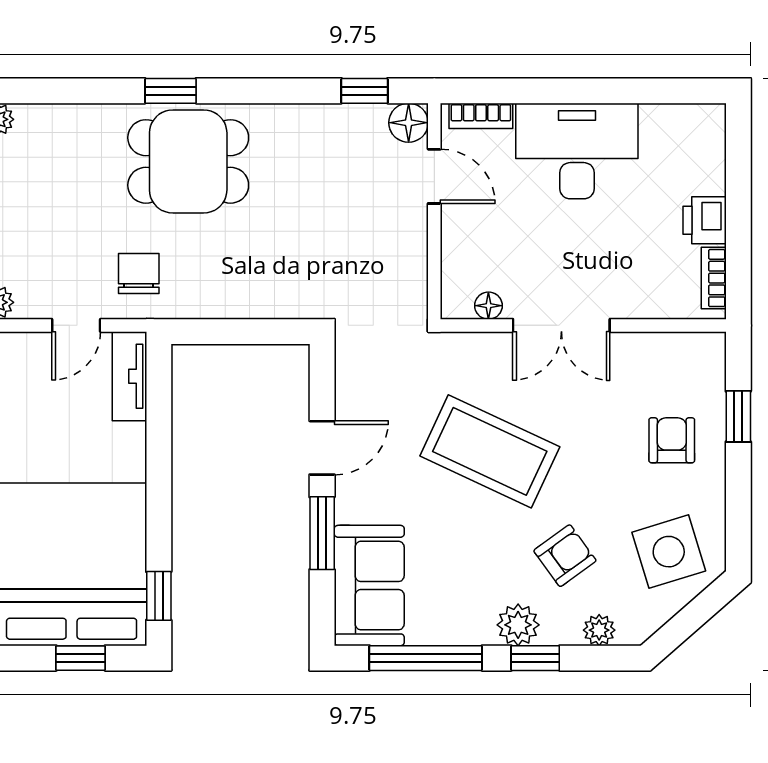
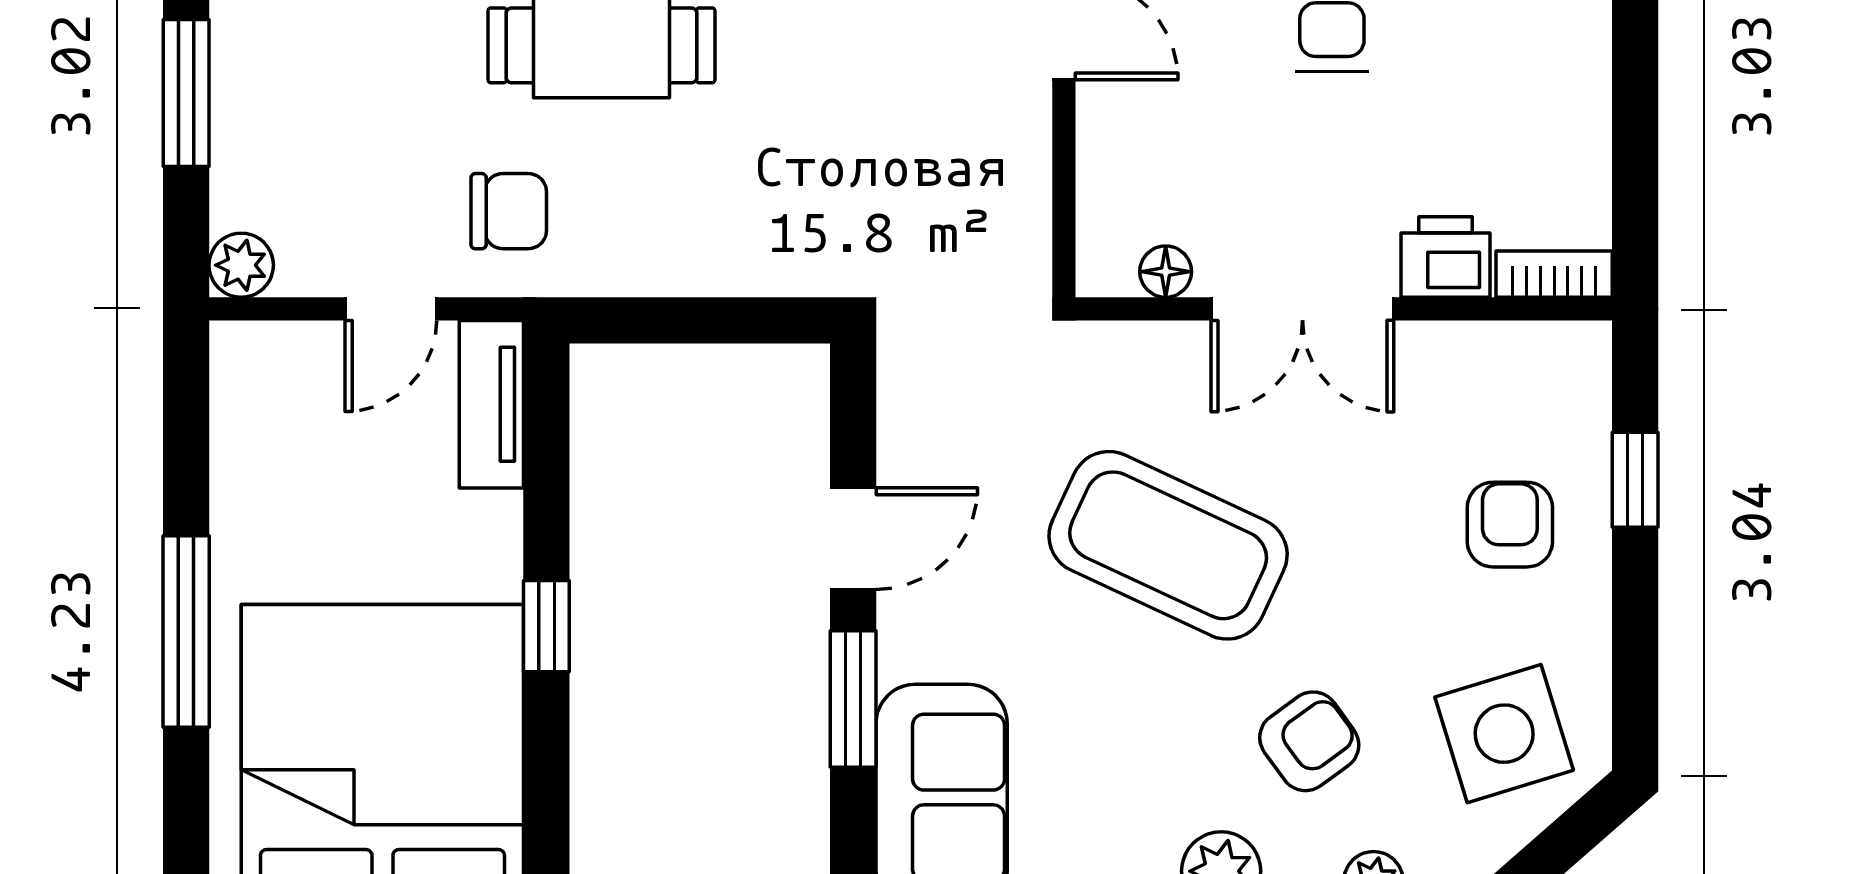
printer: (705, 220) -> (1446, 257), moved, turned 90
chair: (139, 273) -> (509, 211), turned 90
bookcase: (714, 278) -> (1554, 274), moved, turned 90
window: (159, 596) -> (546, 626), moved

